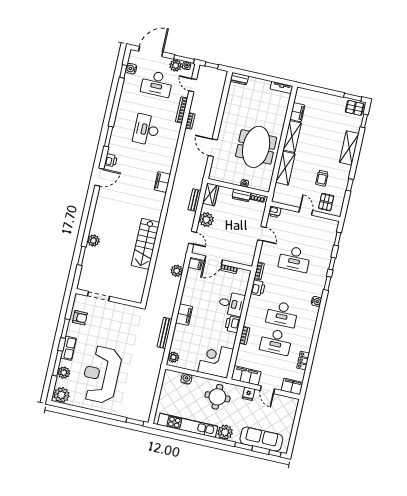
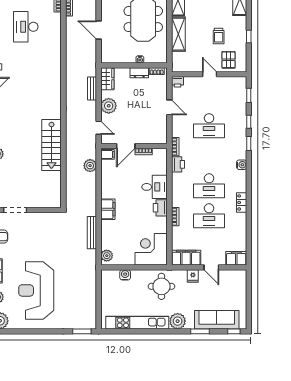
filing cabinet: (162, 182) -> (54, 77), removed
locker: (303, 361) -> (242, 202), moved

